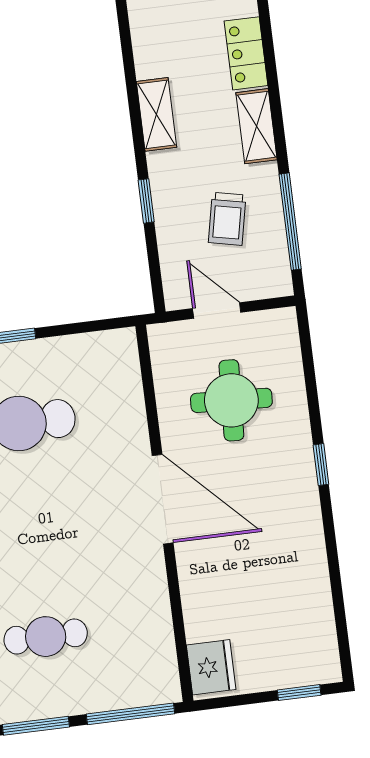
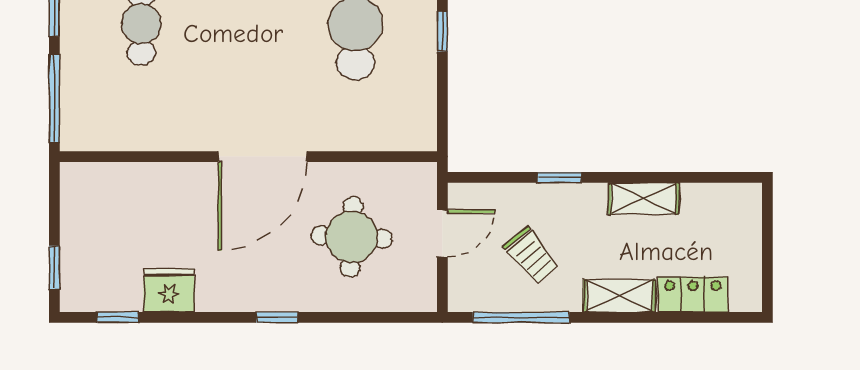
trolley: (227, 219) -> (532, 255), turned -142
window: (341, 623) -> (118, 317), added
fridge: (211, 667) -> (169, 290), moved, turned 180

